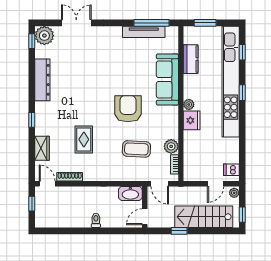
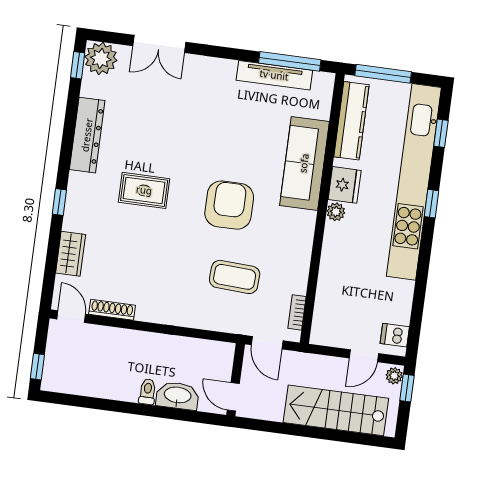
double door: (76, 23) -> (159, 44), swing flipped
window: (205, 23) -> (383, 74), width x1.44
kitchen counter: (191, 59) -> (351, 121), width x1.50
fridge: (192, 120) -> (345, 185), moved
rug: (84, 139) -> (144, 190), moved, turned 90
plant: (171, 146) -> (295, 280), removed
washbasin: (130, 193) -> (178, 396), moved, turned 180
window: (32, 204) -> (37, 367), moved
window: (242, 215) -> (407, 388), moved
door: (145, 217) -> (233, 397), hinge flipped
window: (179, 231) -> (290, 429), removed

